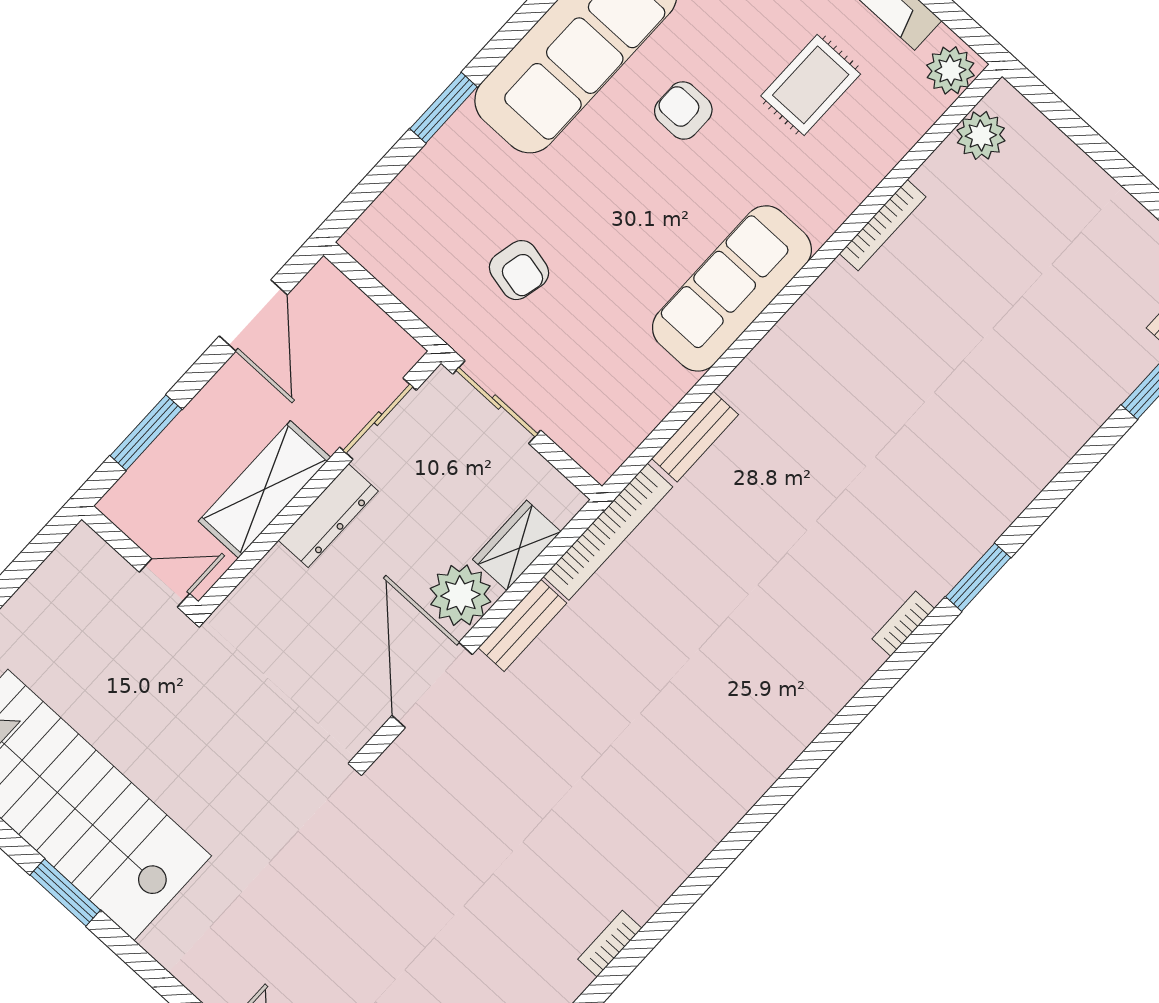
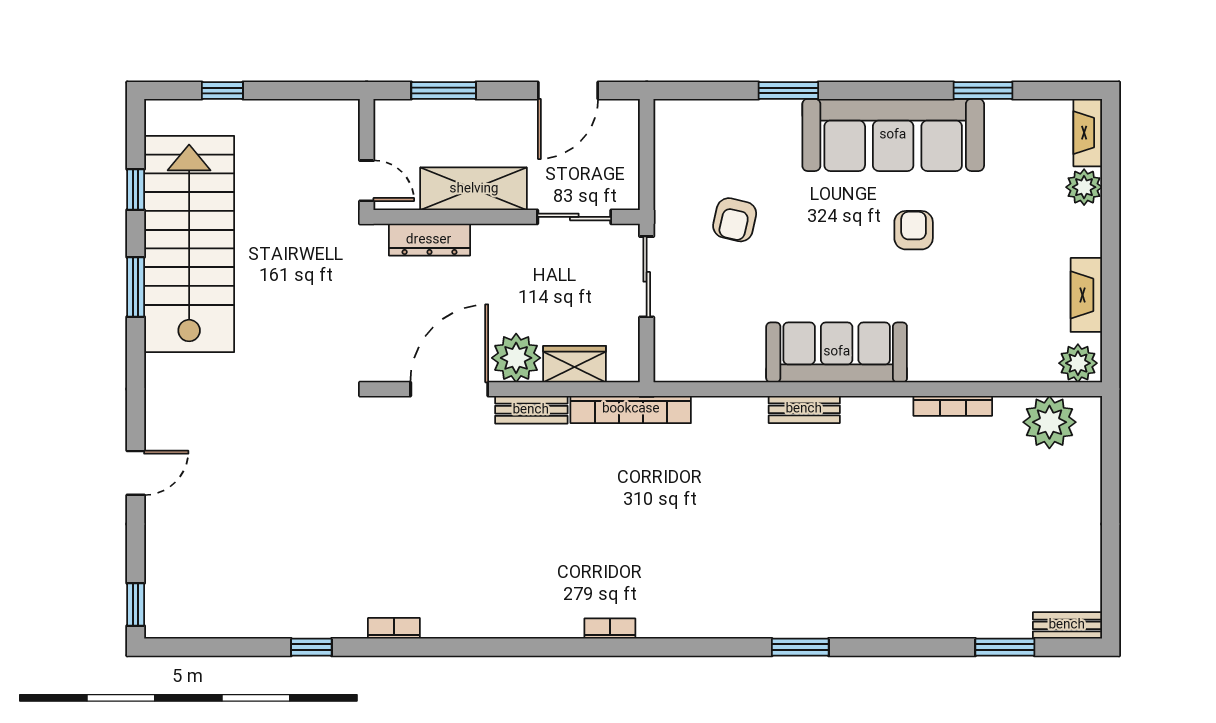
rug: (811, 85) -> (996, 290), removed
plant: (981, 135) -> (1049, 422), width x1.36, depth x1.36
bench: (695, 437) -> (804, 409), moved
dresser: (328, 516) -> (429, 240), moved
bookcase: (903, 624) -> (610, 629), moved

